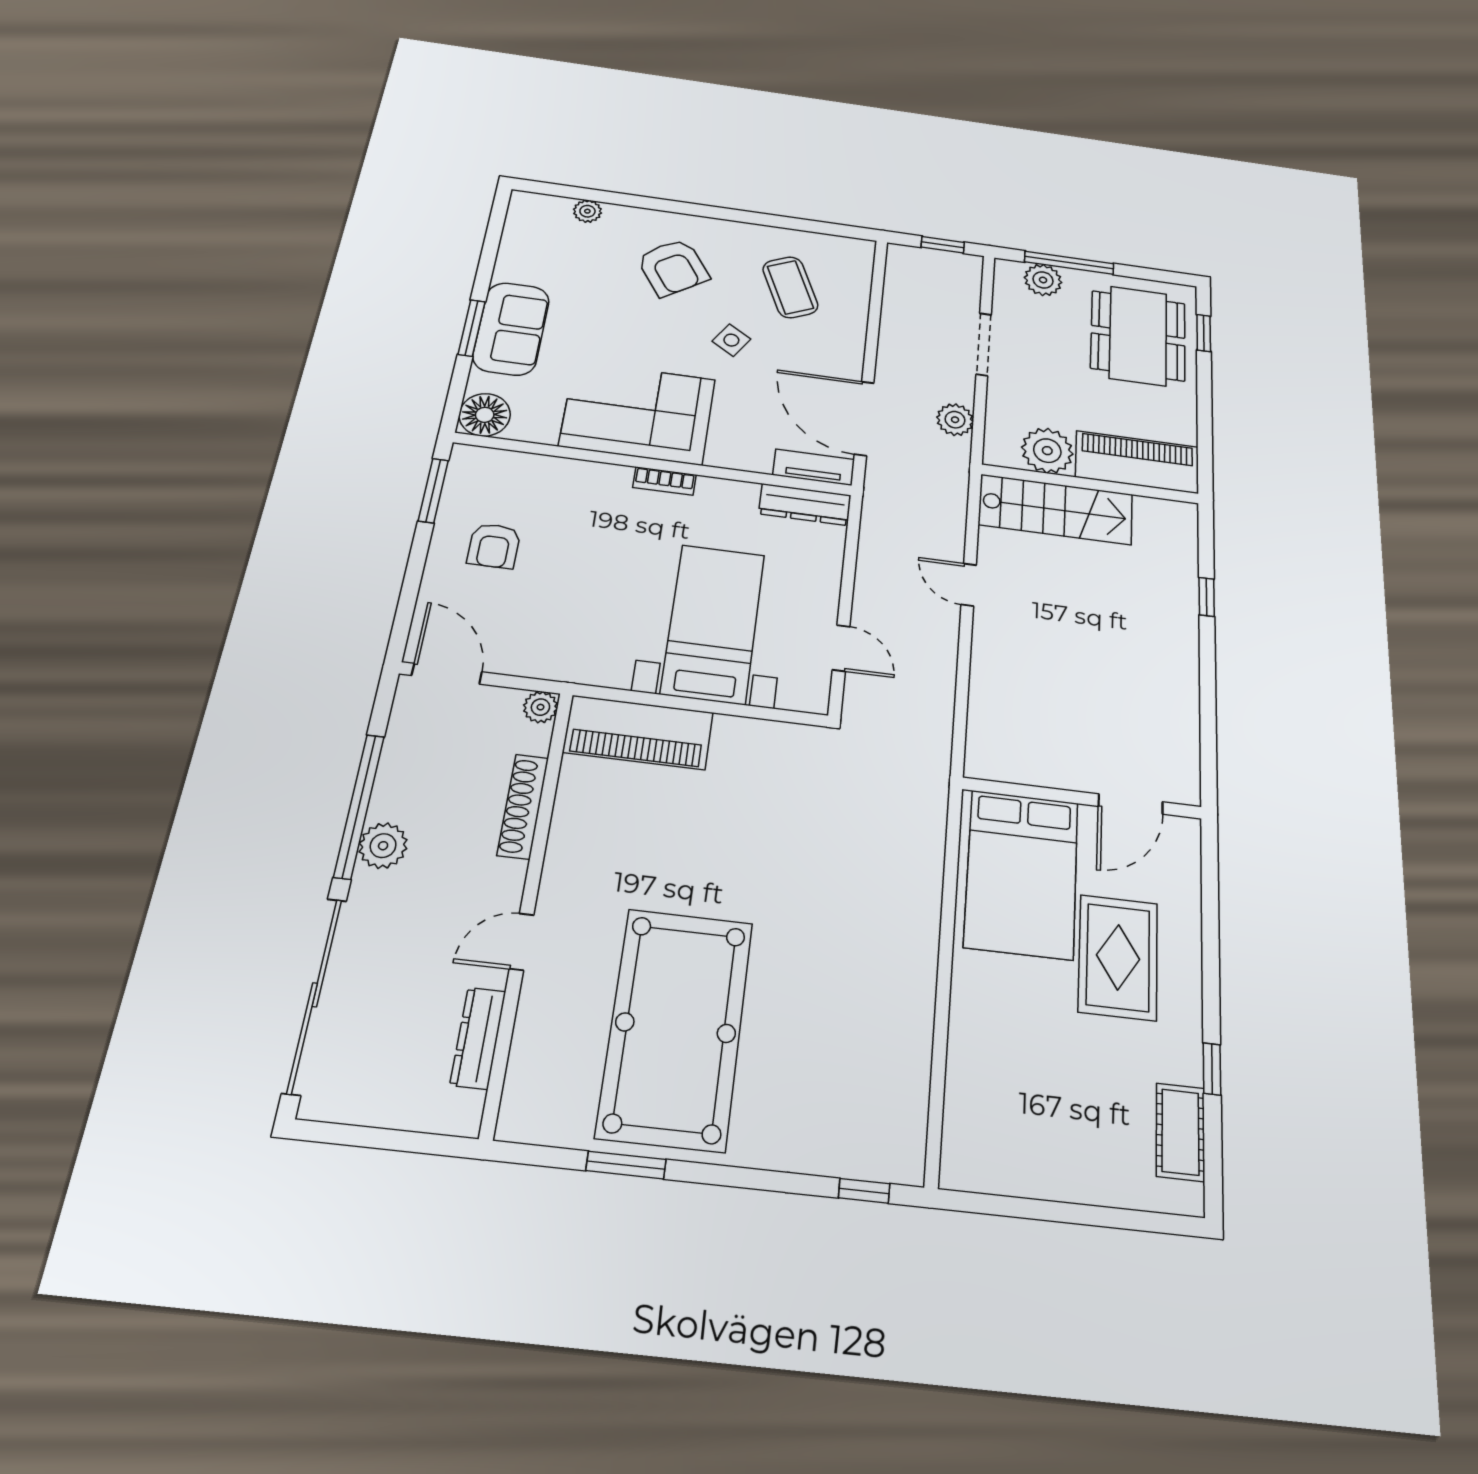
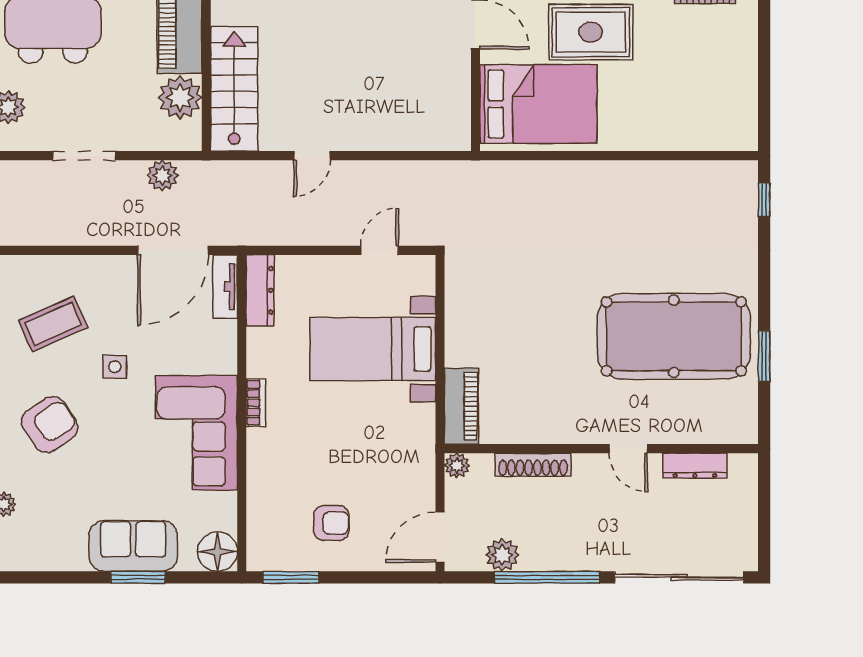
side table: (731, 340) -> (115, 367), turned -32
piano: (638, 732) -> (461, 406), width x0.73, depth x0.75
plant: (383, 846) -> (502, 555), moved

